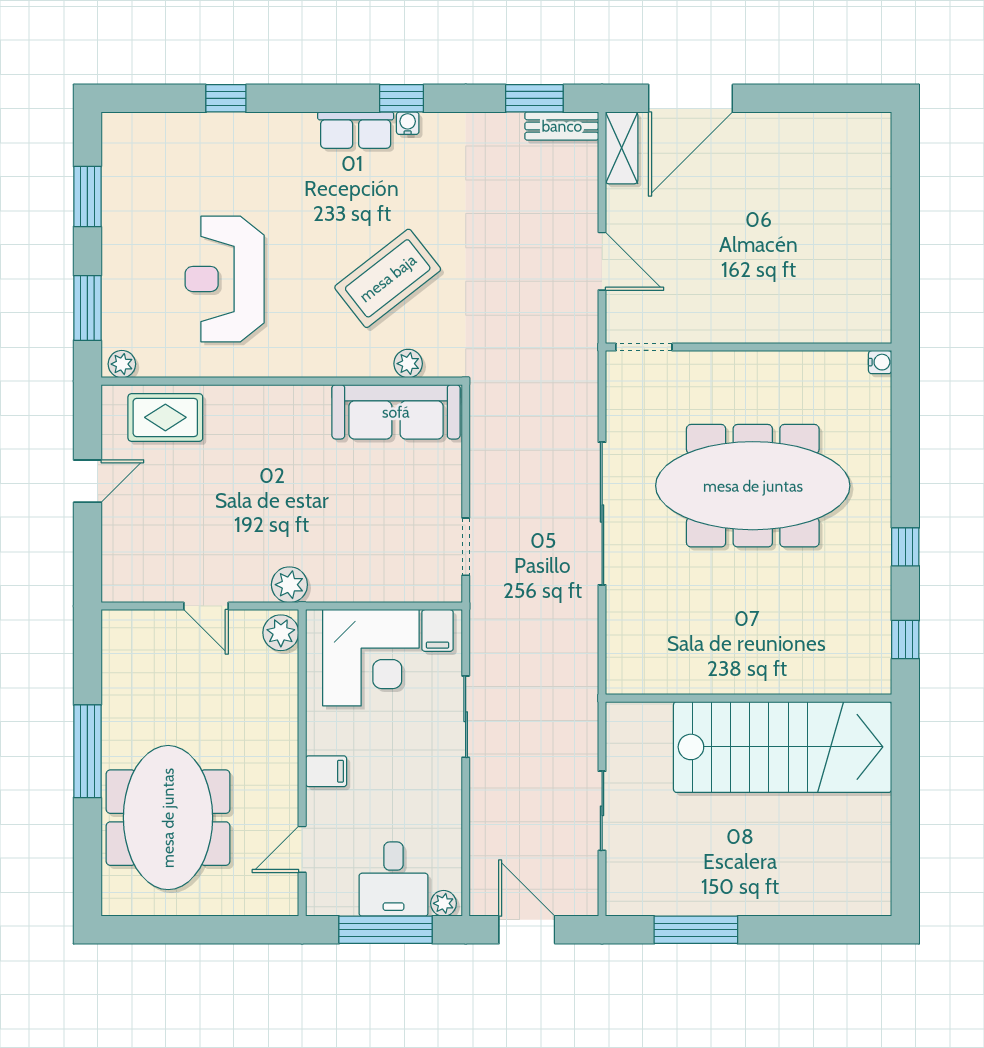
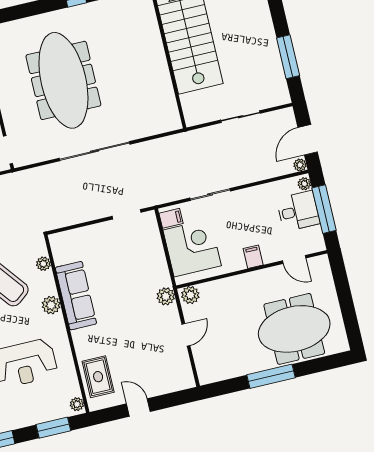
plant: (325, 359) -> (51, 305), added
sofa: (396, 412) -> (76, 296), moved
plant: (482, 904) -> (300, 165), added

